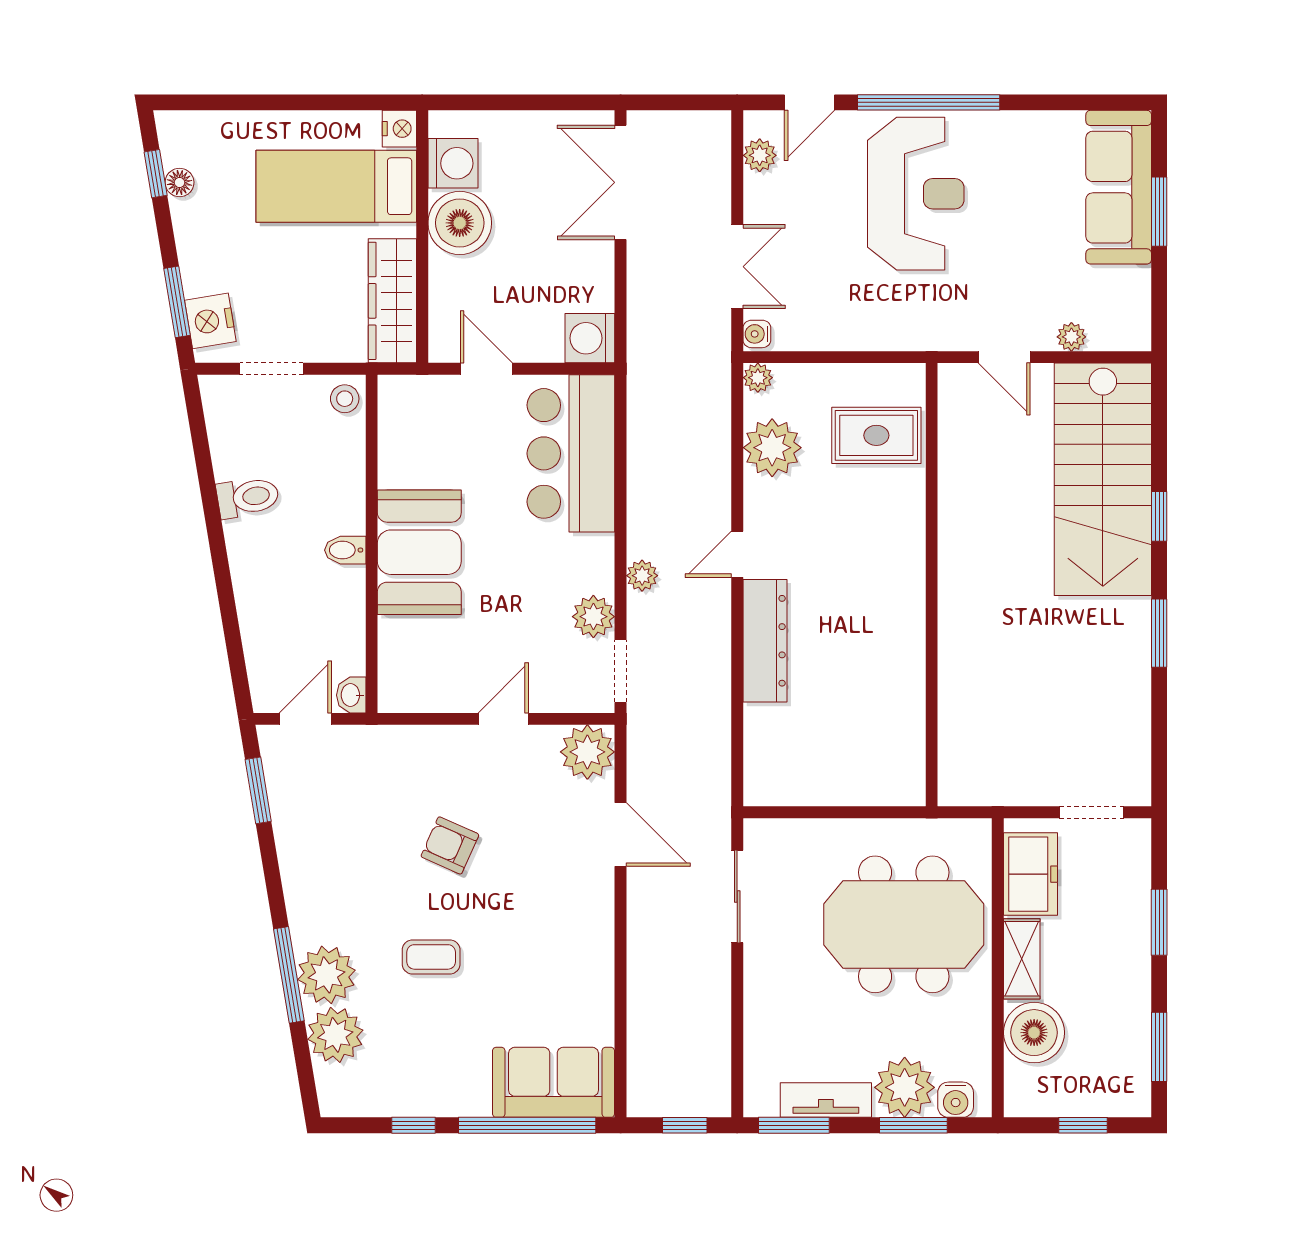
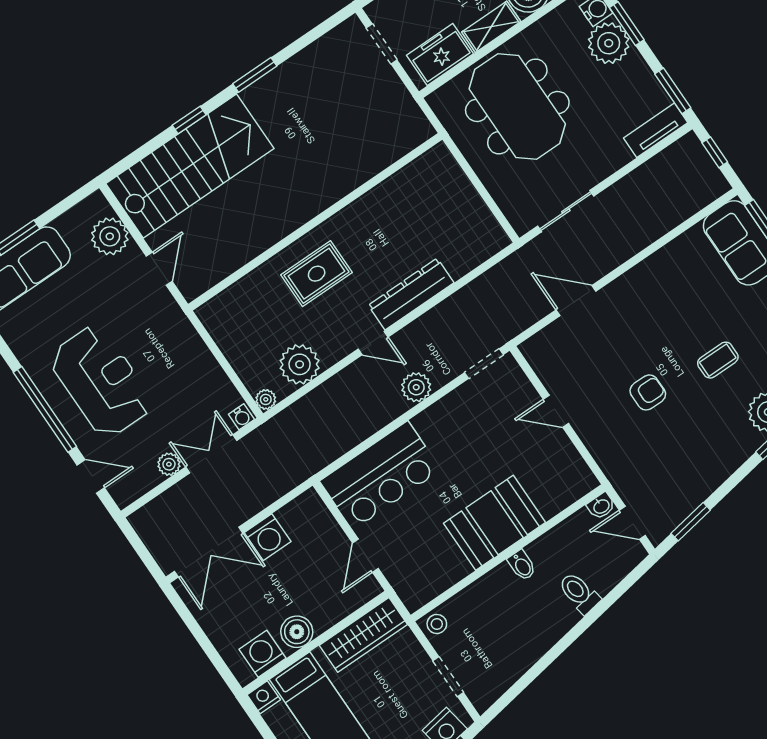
plant: (760, 155) -> (169, 464), moved
reception desk: (916, 194) -> (101, 381), turned 90
boiler: (460, 223) -> (297, 632), width x0.73, depth x0.73
plant: (1071, 337) -> (110, 236), width x1.87, depth x1.87
washing machine: (590, 338) -> (268, 537), moved
rug: (876, 435) -> (317, 274), moved, turned 90
toilet: (248, 497) -> (579, 593), moved
plant: (642, 576) -> (416, 387), width x1.38, depth x1.38
plant: (593, 617) -> (464, 400), removed
plant: (587, 752) -> (542, 351), removed
door: (621, 834) -> (576, 301), hinge flipped
armchair: (450, 845) -> (648, 392), turned -114
coffee table: (431, 957) -> (718, 360), turned 90
tv unit: (826, 1100) -> (656, 130), moved, turned 90

